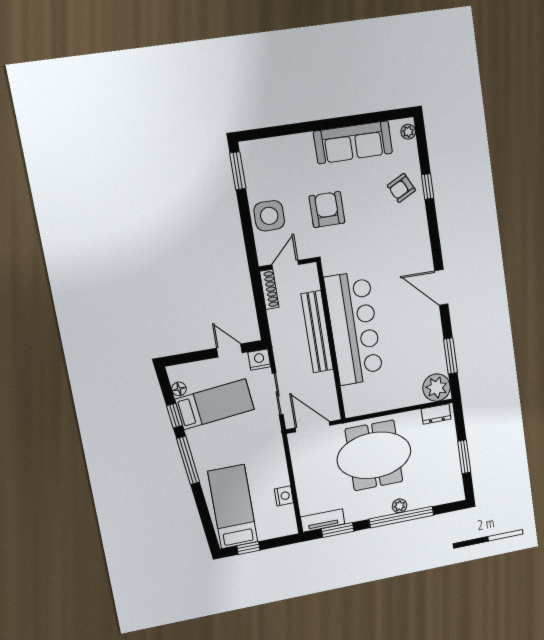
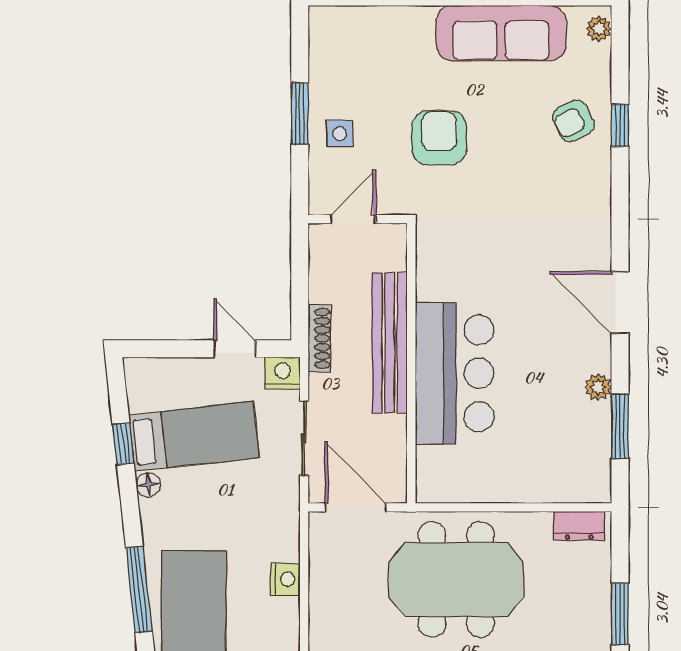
window: (238, 171) -> (300, 114), moved
side table: (269, 216) -> (340, 134), width x0.54, depth x0.54
shoe rack: (269, 289) -> (319, 338), moved
bar counter: (354, 328) -> (455, 373), width x0.73
plant: (437, 388) -> (598, 387), moved, width x0.53, depth x0.53
floor lamp: (179, 389) -> (148, 485), moved
window: (188, 460) -> (139, 590), moved
nightstand: (284, 496) -> (285, 579), moved

